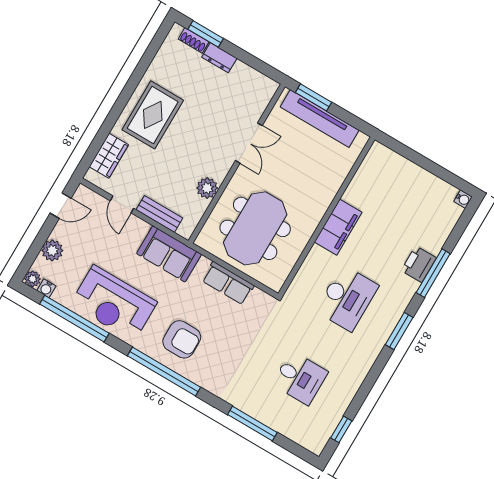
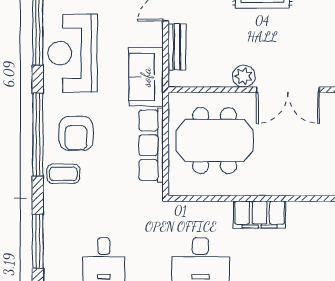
double door: (249, 143) -> (288, 90), width x1.37
plant: (207, 188) -> (244, 76), moved
row of seats: (228, 283) -> (151, 145), width x1.48
coffee table: (209, 370) -> (63, 174), added

